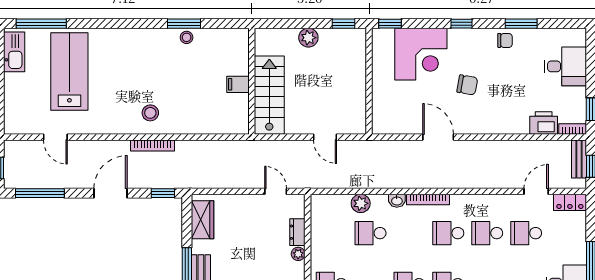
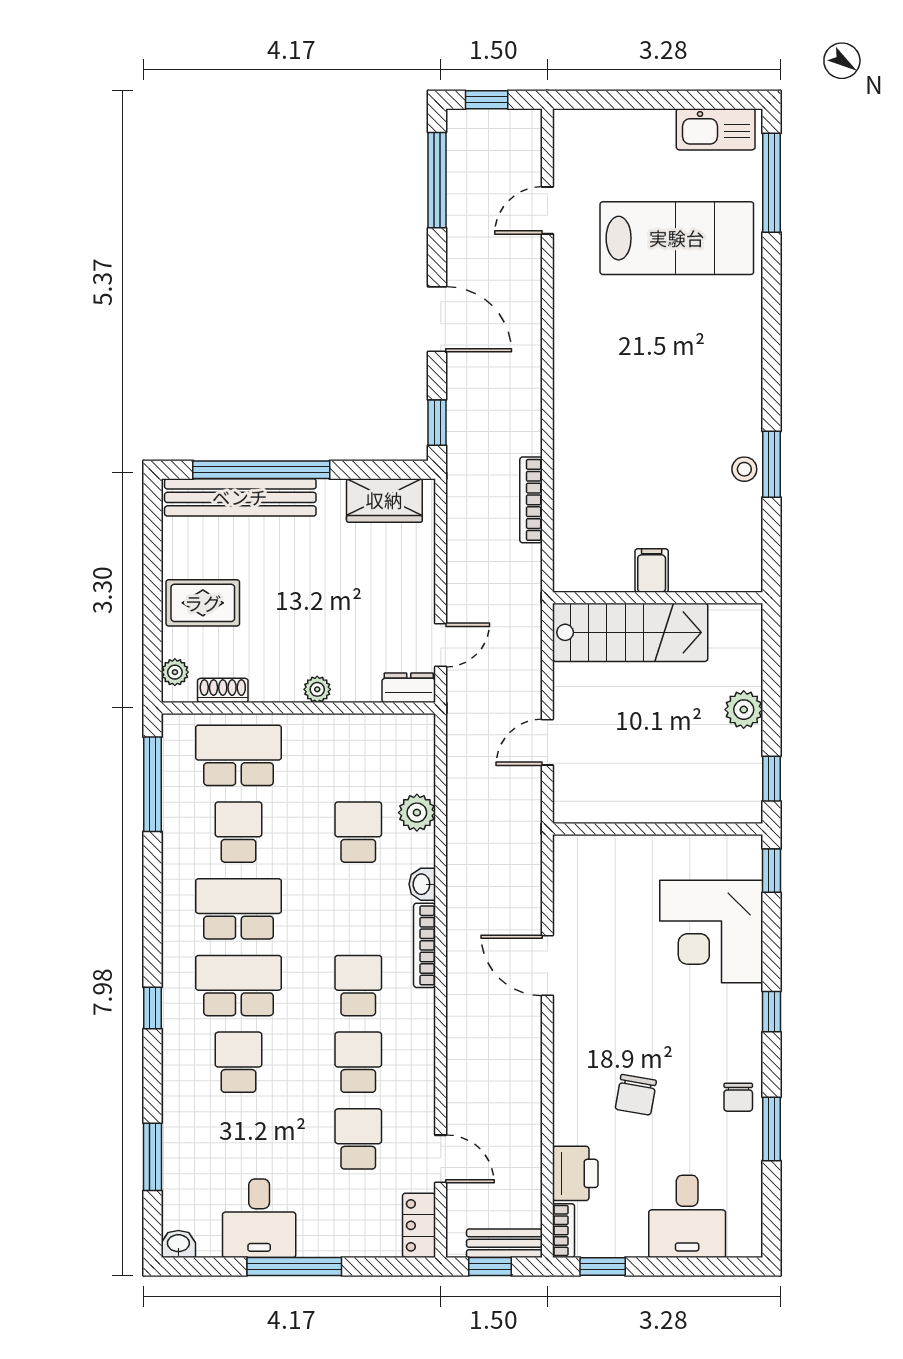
chair: (467, 85) -> (636, 1095), moved
stool: (150, 113) -> (595, 398), removed
door: (438, 137) -> (547, 965), swing flipped
bookcase: (153, 146) -> (531, 500), moved
dresser: (297, 232) -> (409, 688), moved

